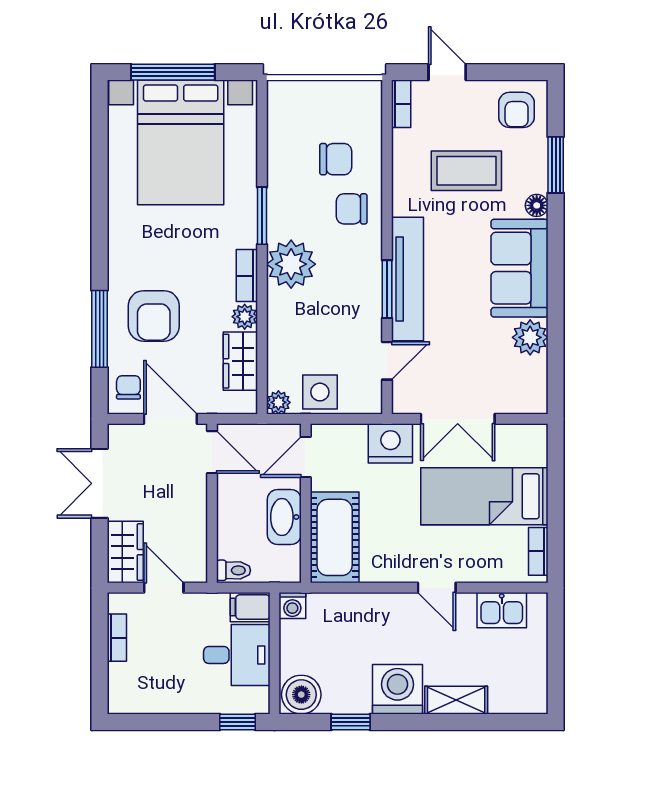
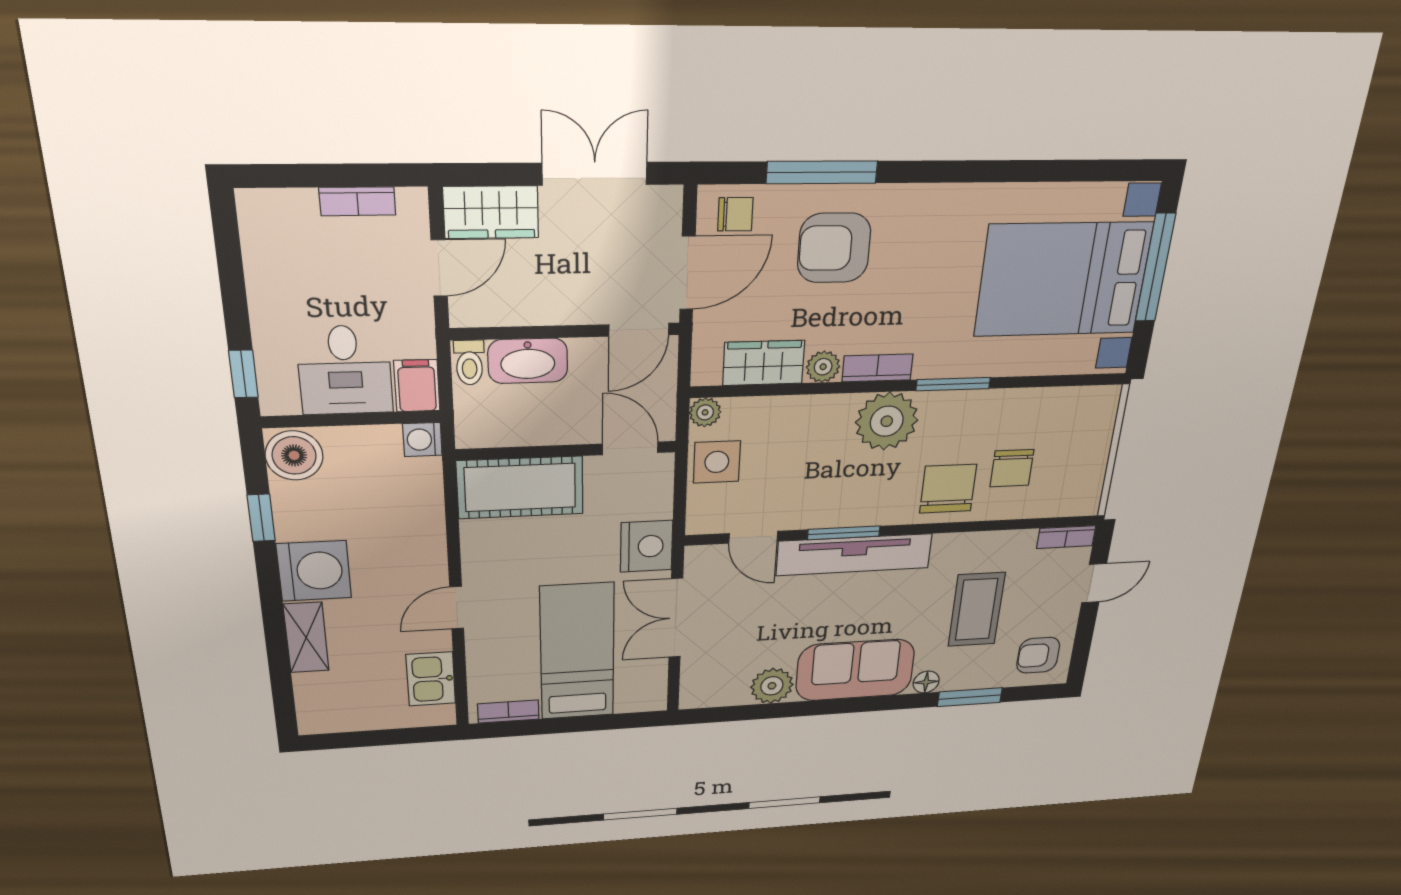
chair: (352, 209) -> (948, 489), width x1.37, depth x1.37
washbasin: (284, 517) -> (528, 361), moved, turned 180

